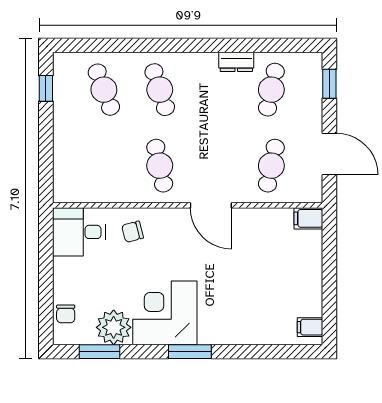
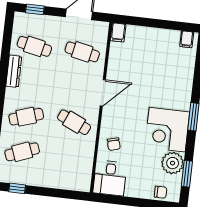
dresser: (236, 62) -> (14, 71), width x1.44
cafe table: (160, 166) -> (74, 122), turned 36

